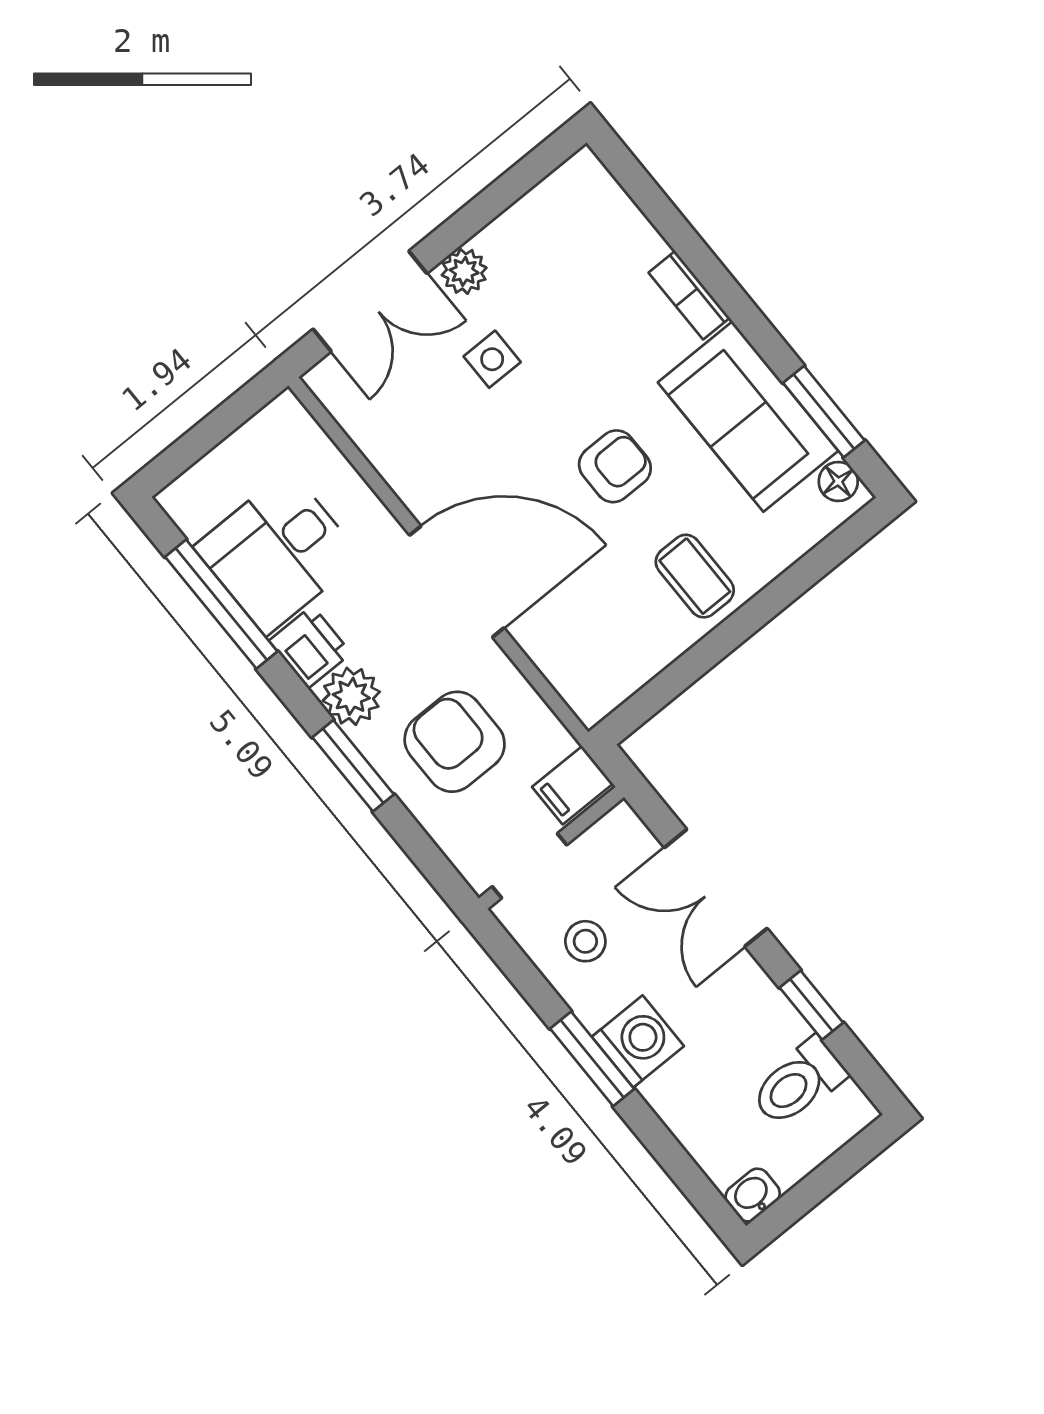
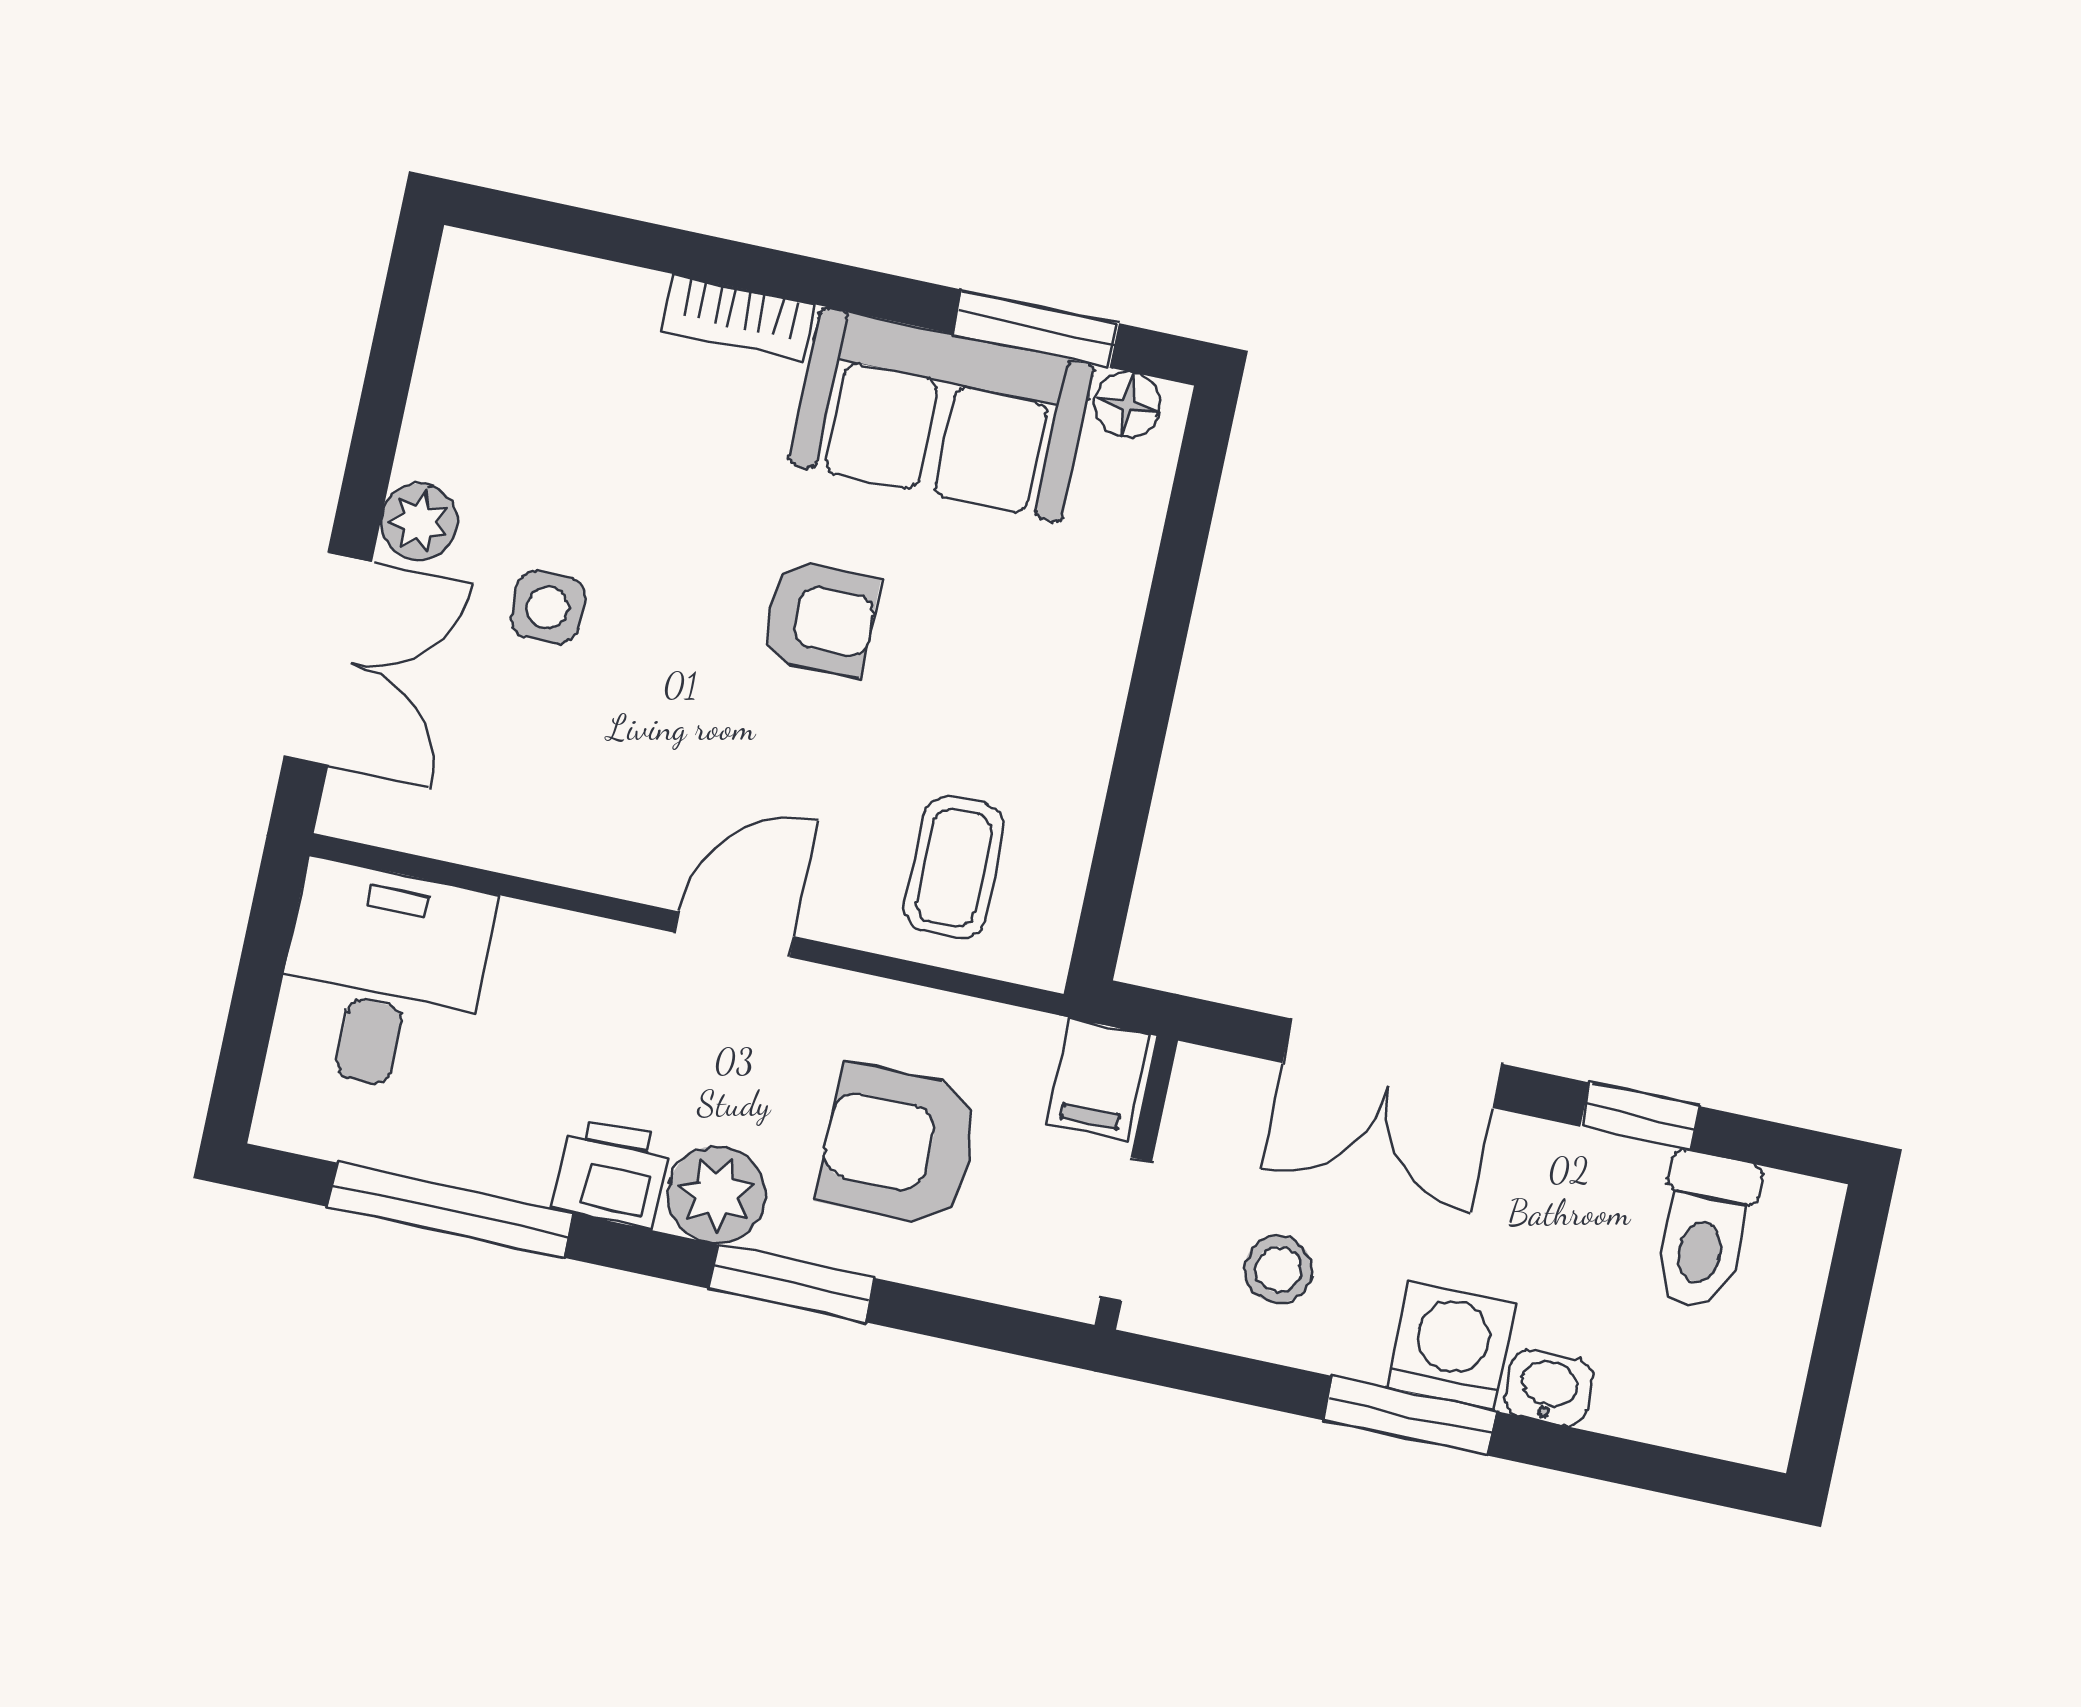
armchair: (615, 466) -> (820, 618), turned 90
desk: (278, 552) -> (382, 978), moved, turned 180
coffee table: (695, 576) -> (954, 867), moved, turned 90
door: (457, 582) -> (734, 934), width x0.53
washbasin: (753, 1195) -> (1548, 1388), moved, turned 90

